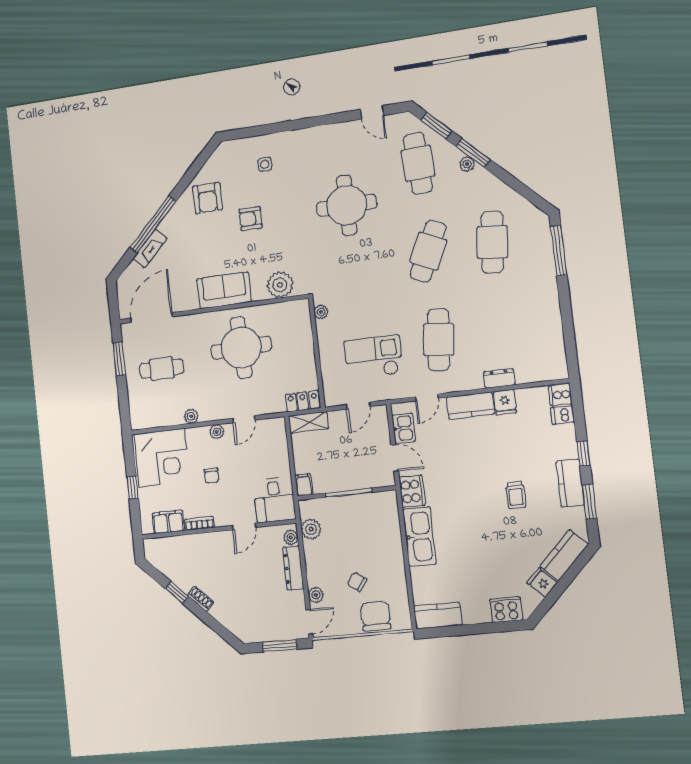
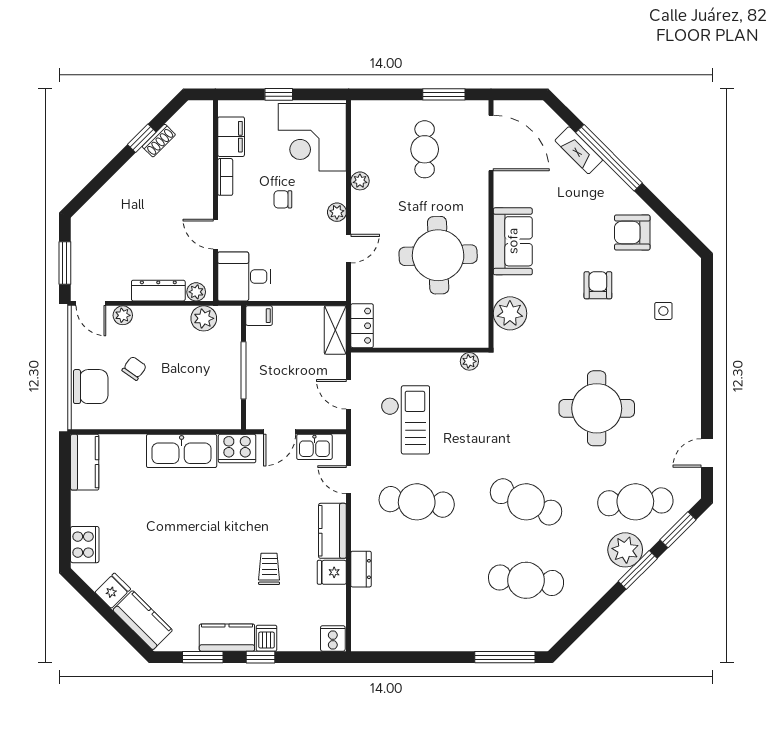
plant: (467, 164) -> (625, 550), width x1.88, depth x1.88
dishwasher: (562, 415) -> (267, 638), moved
door: (244, 419) -> (349, 249), swing flipped
trolley: (516, 495) -> (269, 569), moved, turned 90
shoe rack: (201, 599) -> (159, 141), moved

